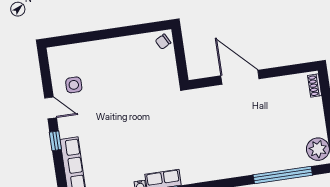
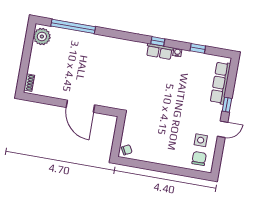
chair: (68, 61) -> (199, 159), added
door: (51, 108) -> (223, 129), swing flipped

